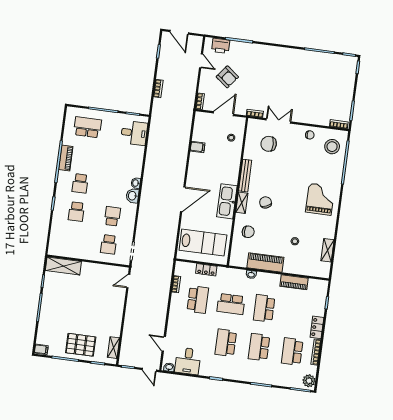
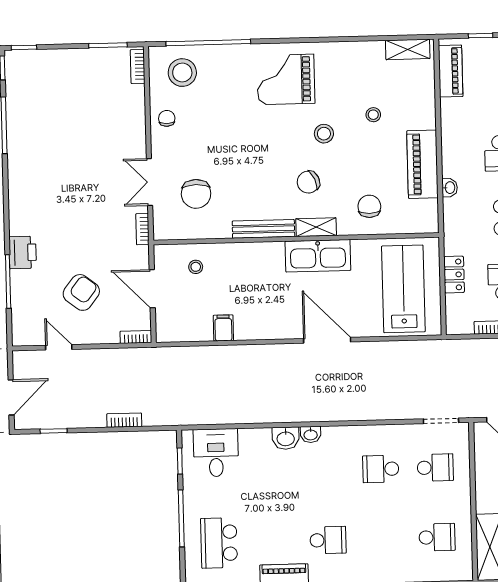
printer: (221, 46) -> (23, 252), moved
door: (201, 61) -> (59, 347), hinge flipped
washbasin: (132, 196) -> (286, 438), moved
school desk: (76, 212) -> (437, 537), moved
stool: (289, 214) -> (324, 134), added
shelving: (327, 250) -> (408, 49), moved
piano: (294, 282) -> (451, 71), moved

